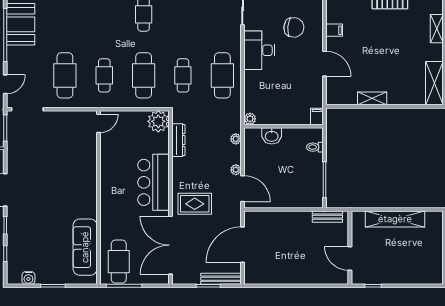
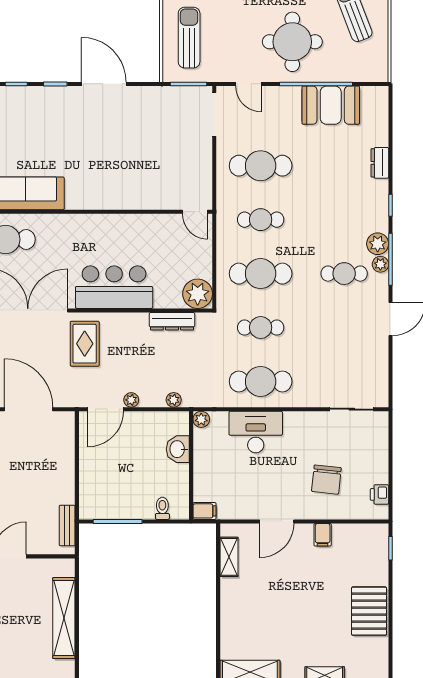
desk: (259, 50) -> (256, 432), moved
shelving: (372, 98) -> (229, 557), moved

